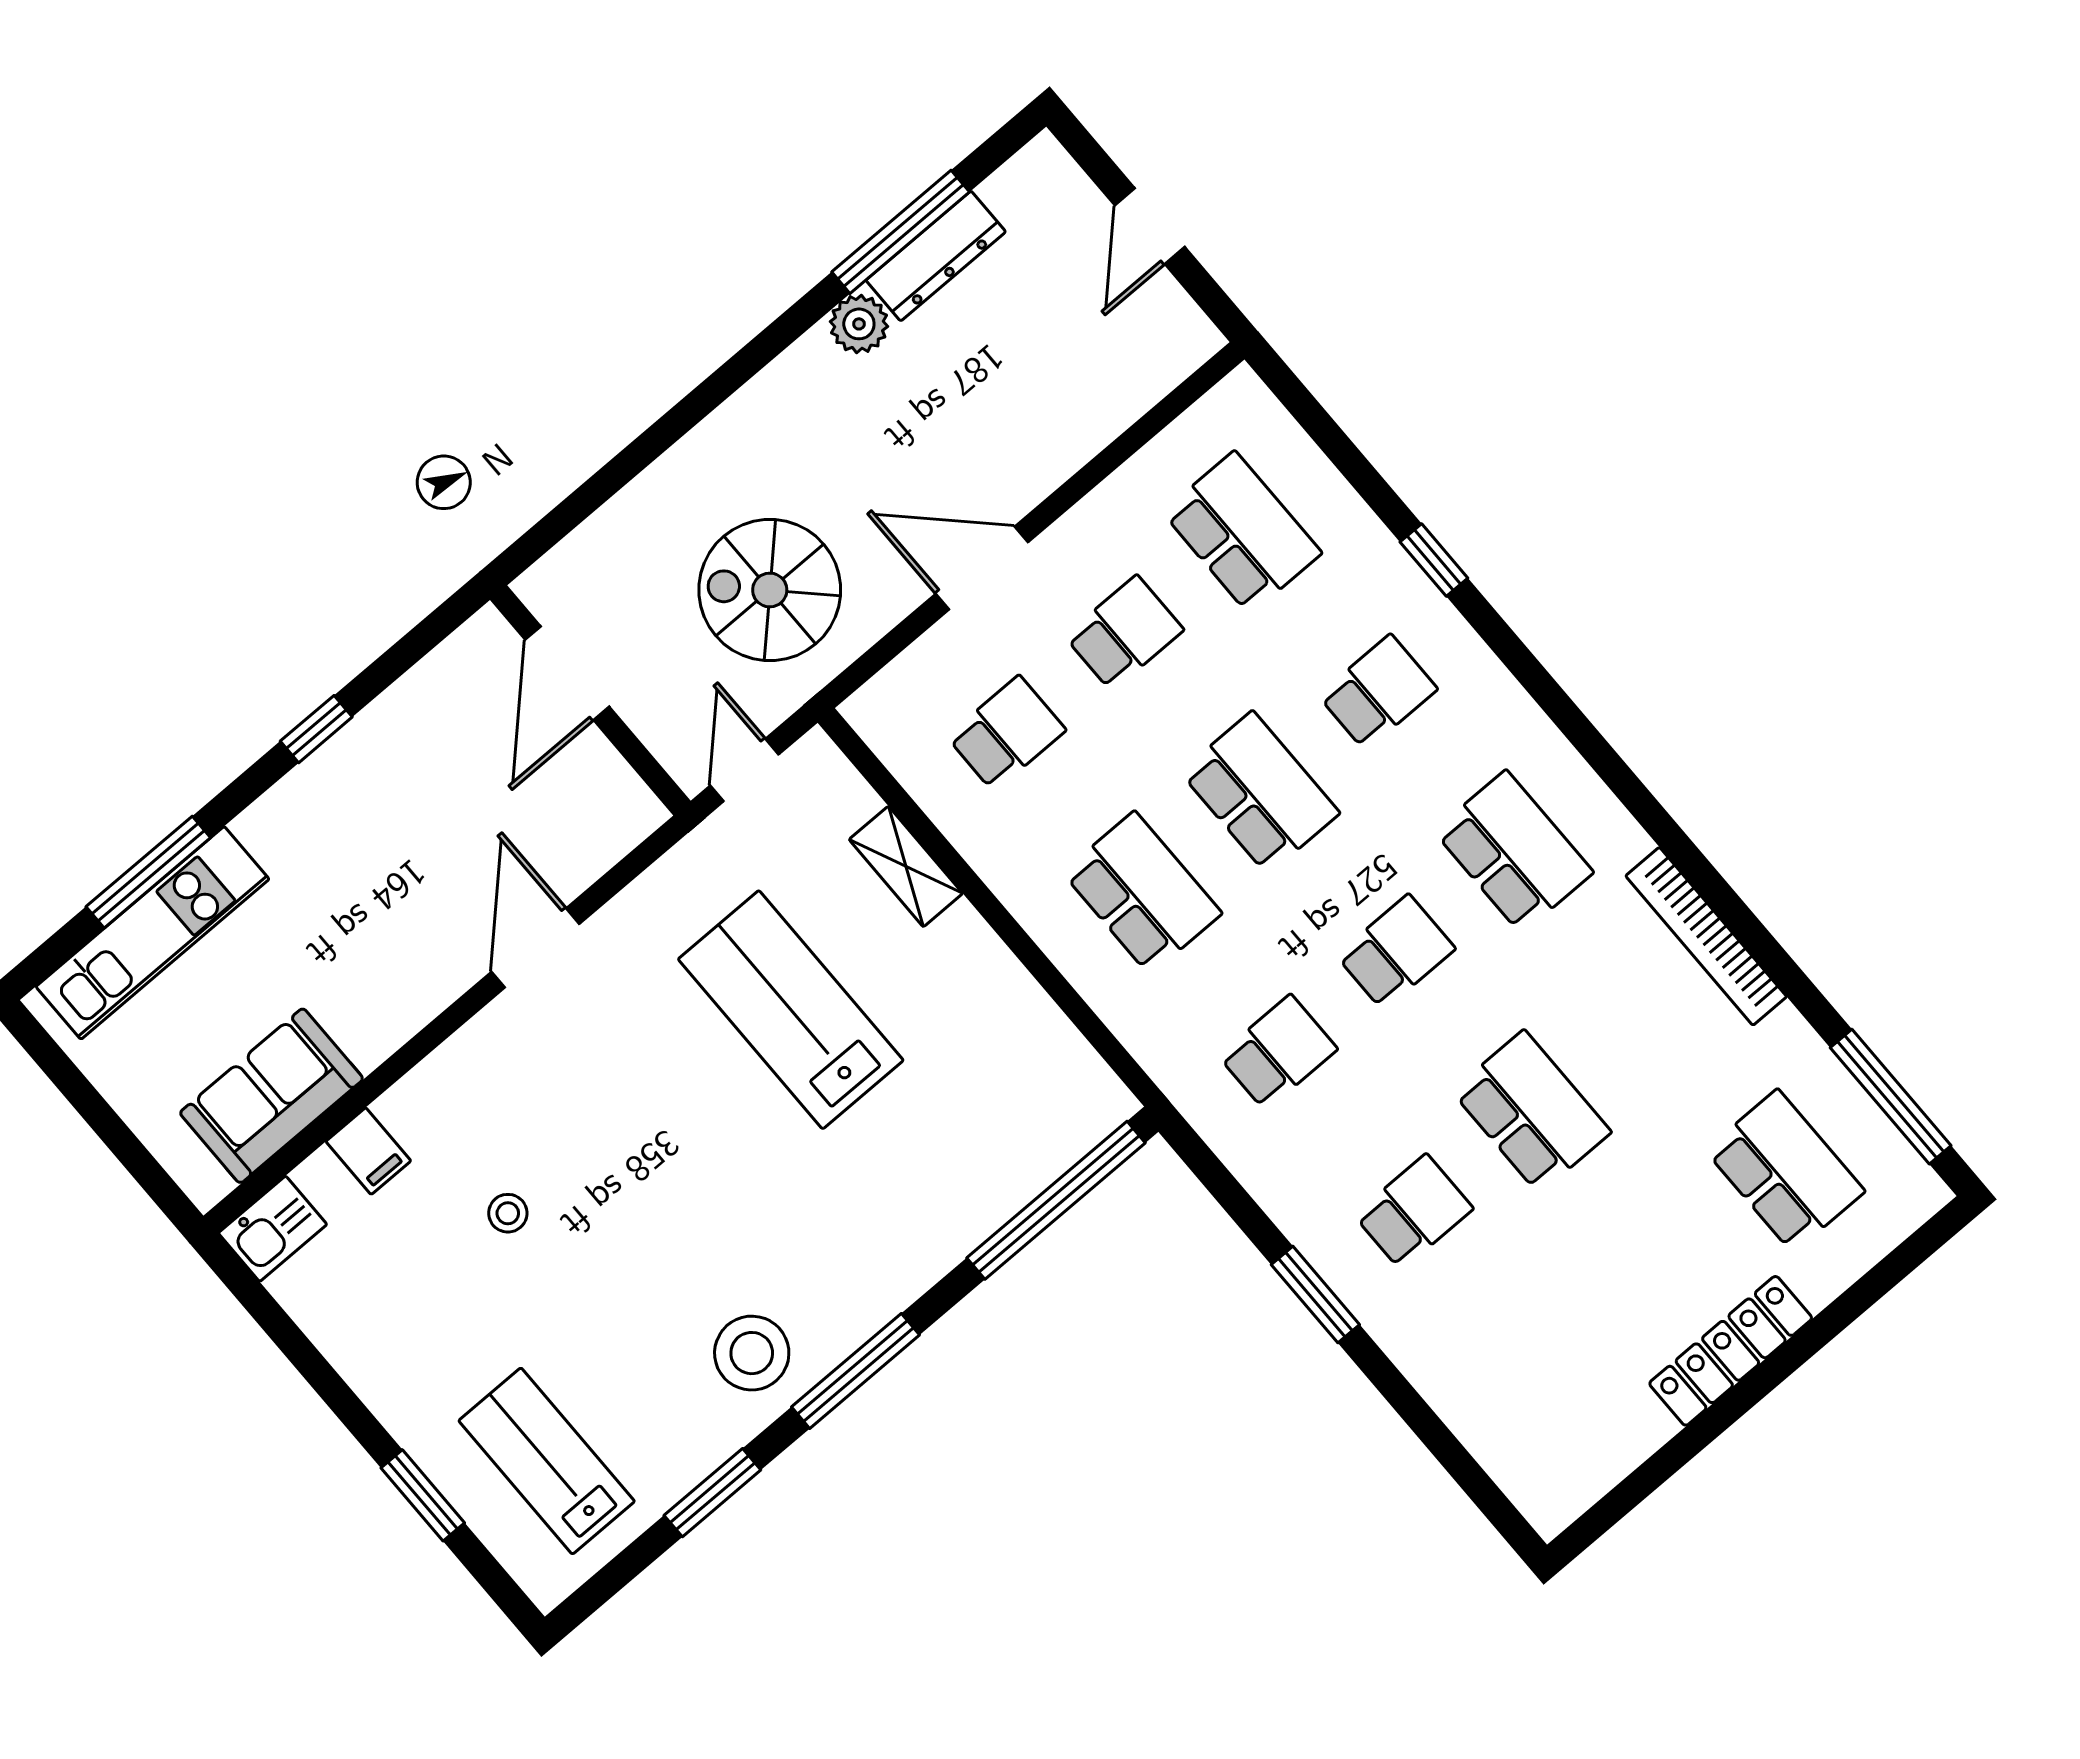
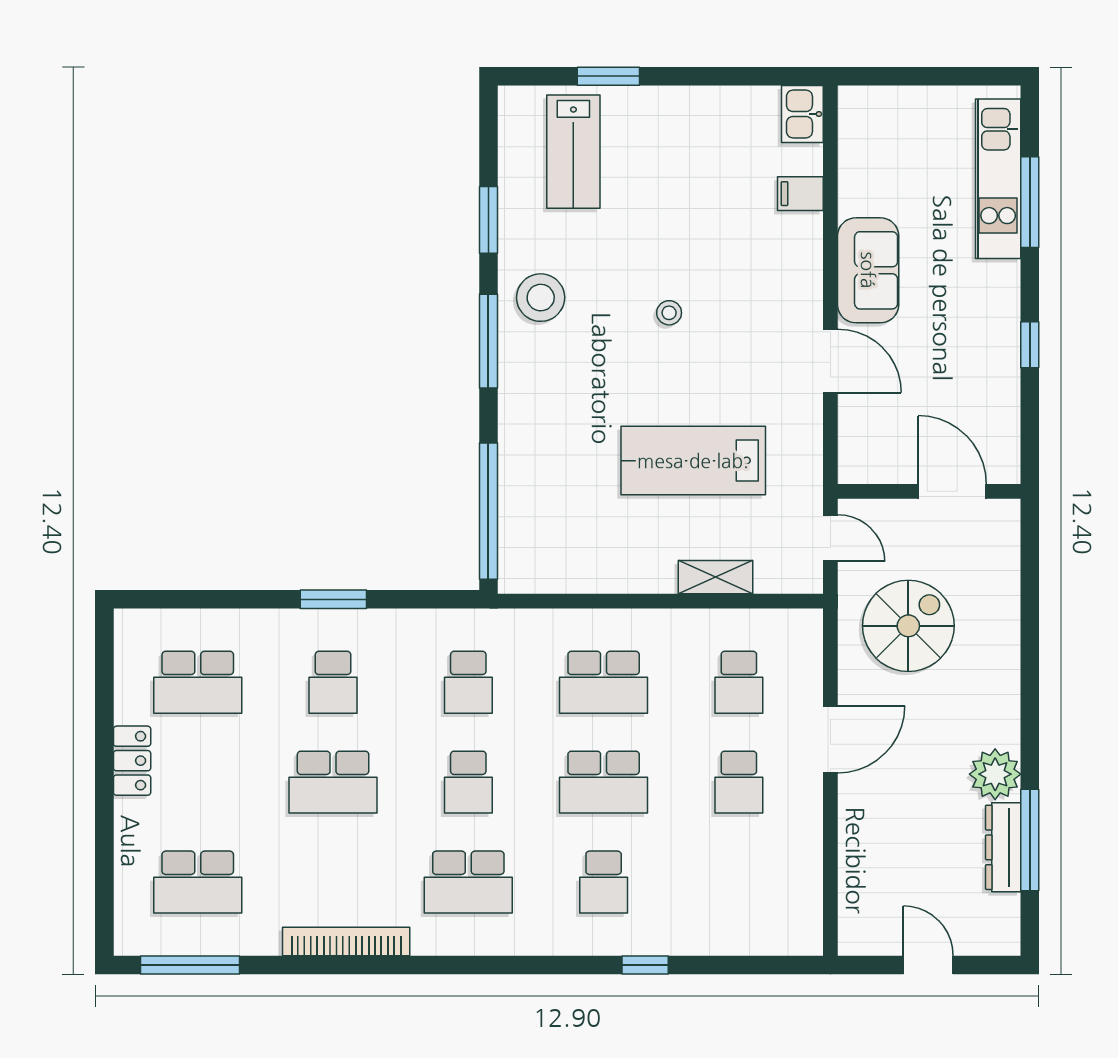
plant: (859, 324) -> (995, 774), width x1.36, depth x1.36
school desk: (1242, 533) -> (198, 682), moved
lab bench: (791, 1010) -> (693, 461), turned 180
sofa: (272, 1096) -> (868, 270), moved
stool: (508, 1213) -> (669, 313), moved
locker: (1731, 1351) -> (132, 761), width x0.66
lab bench: (547, 1461) -> (573, 152), turned 90

